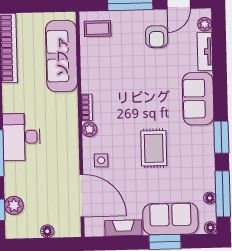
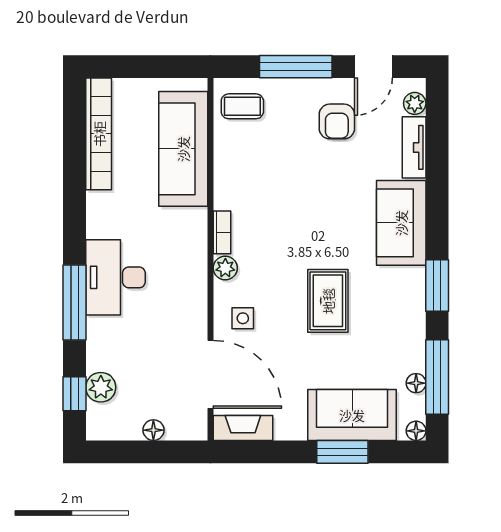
fireplace: (123, 228) -> (243, 428), moved

